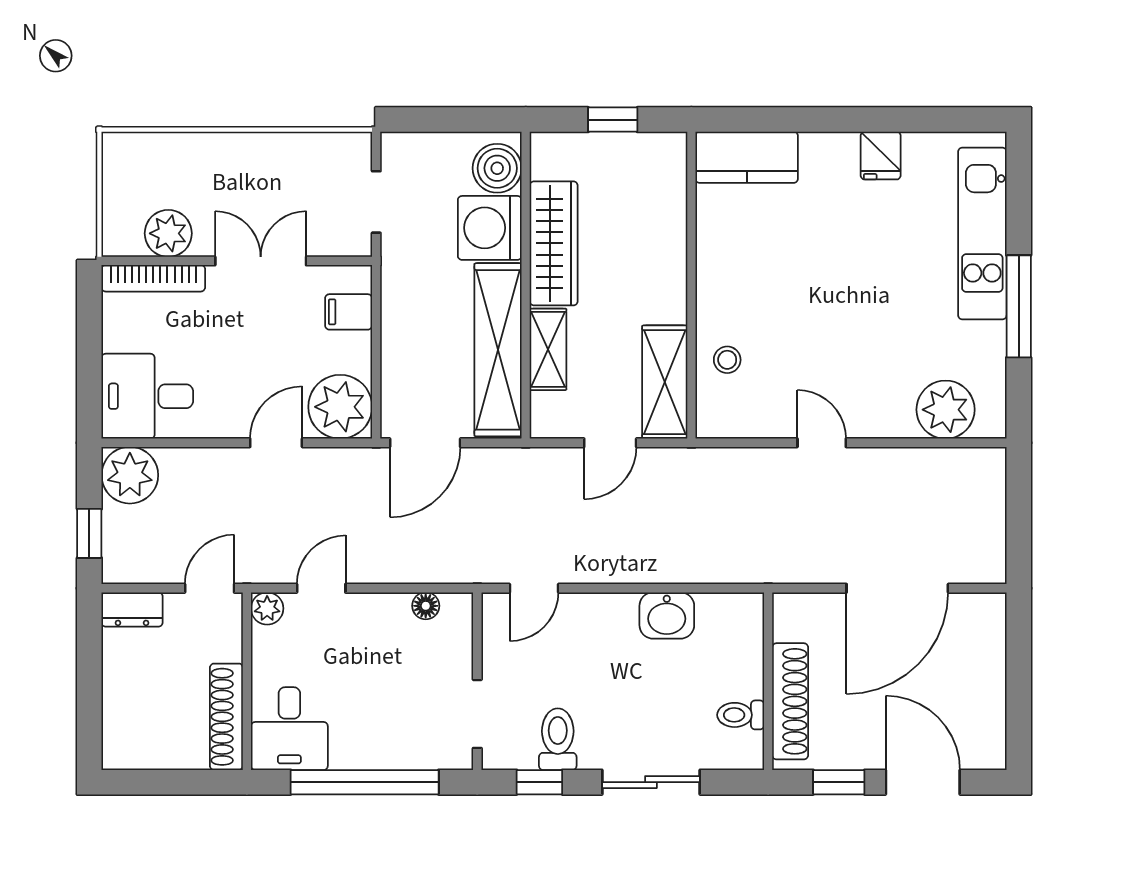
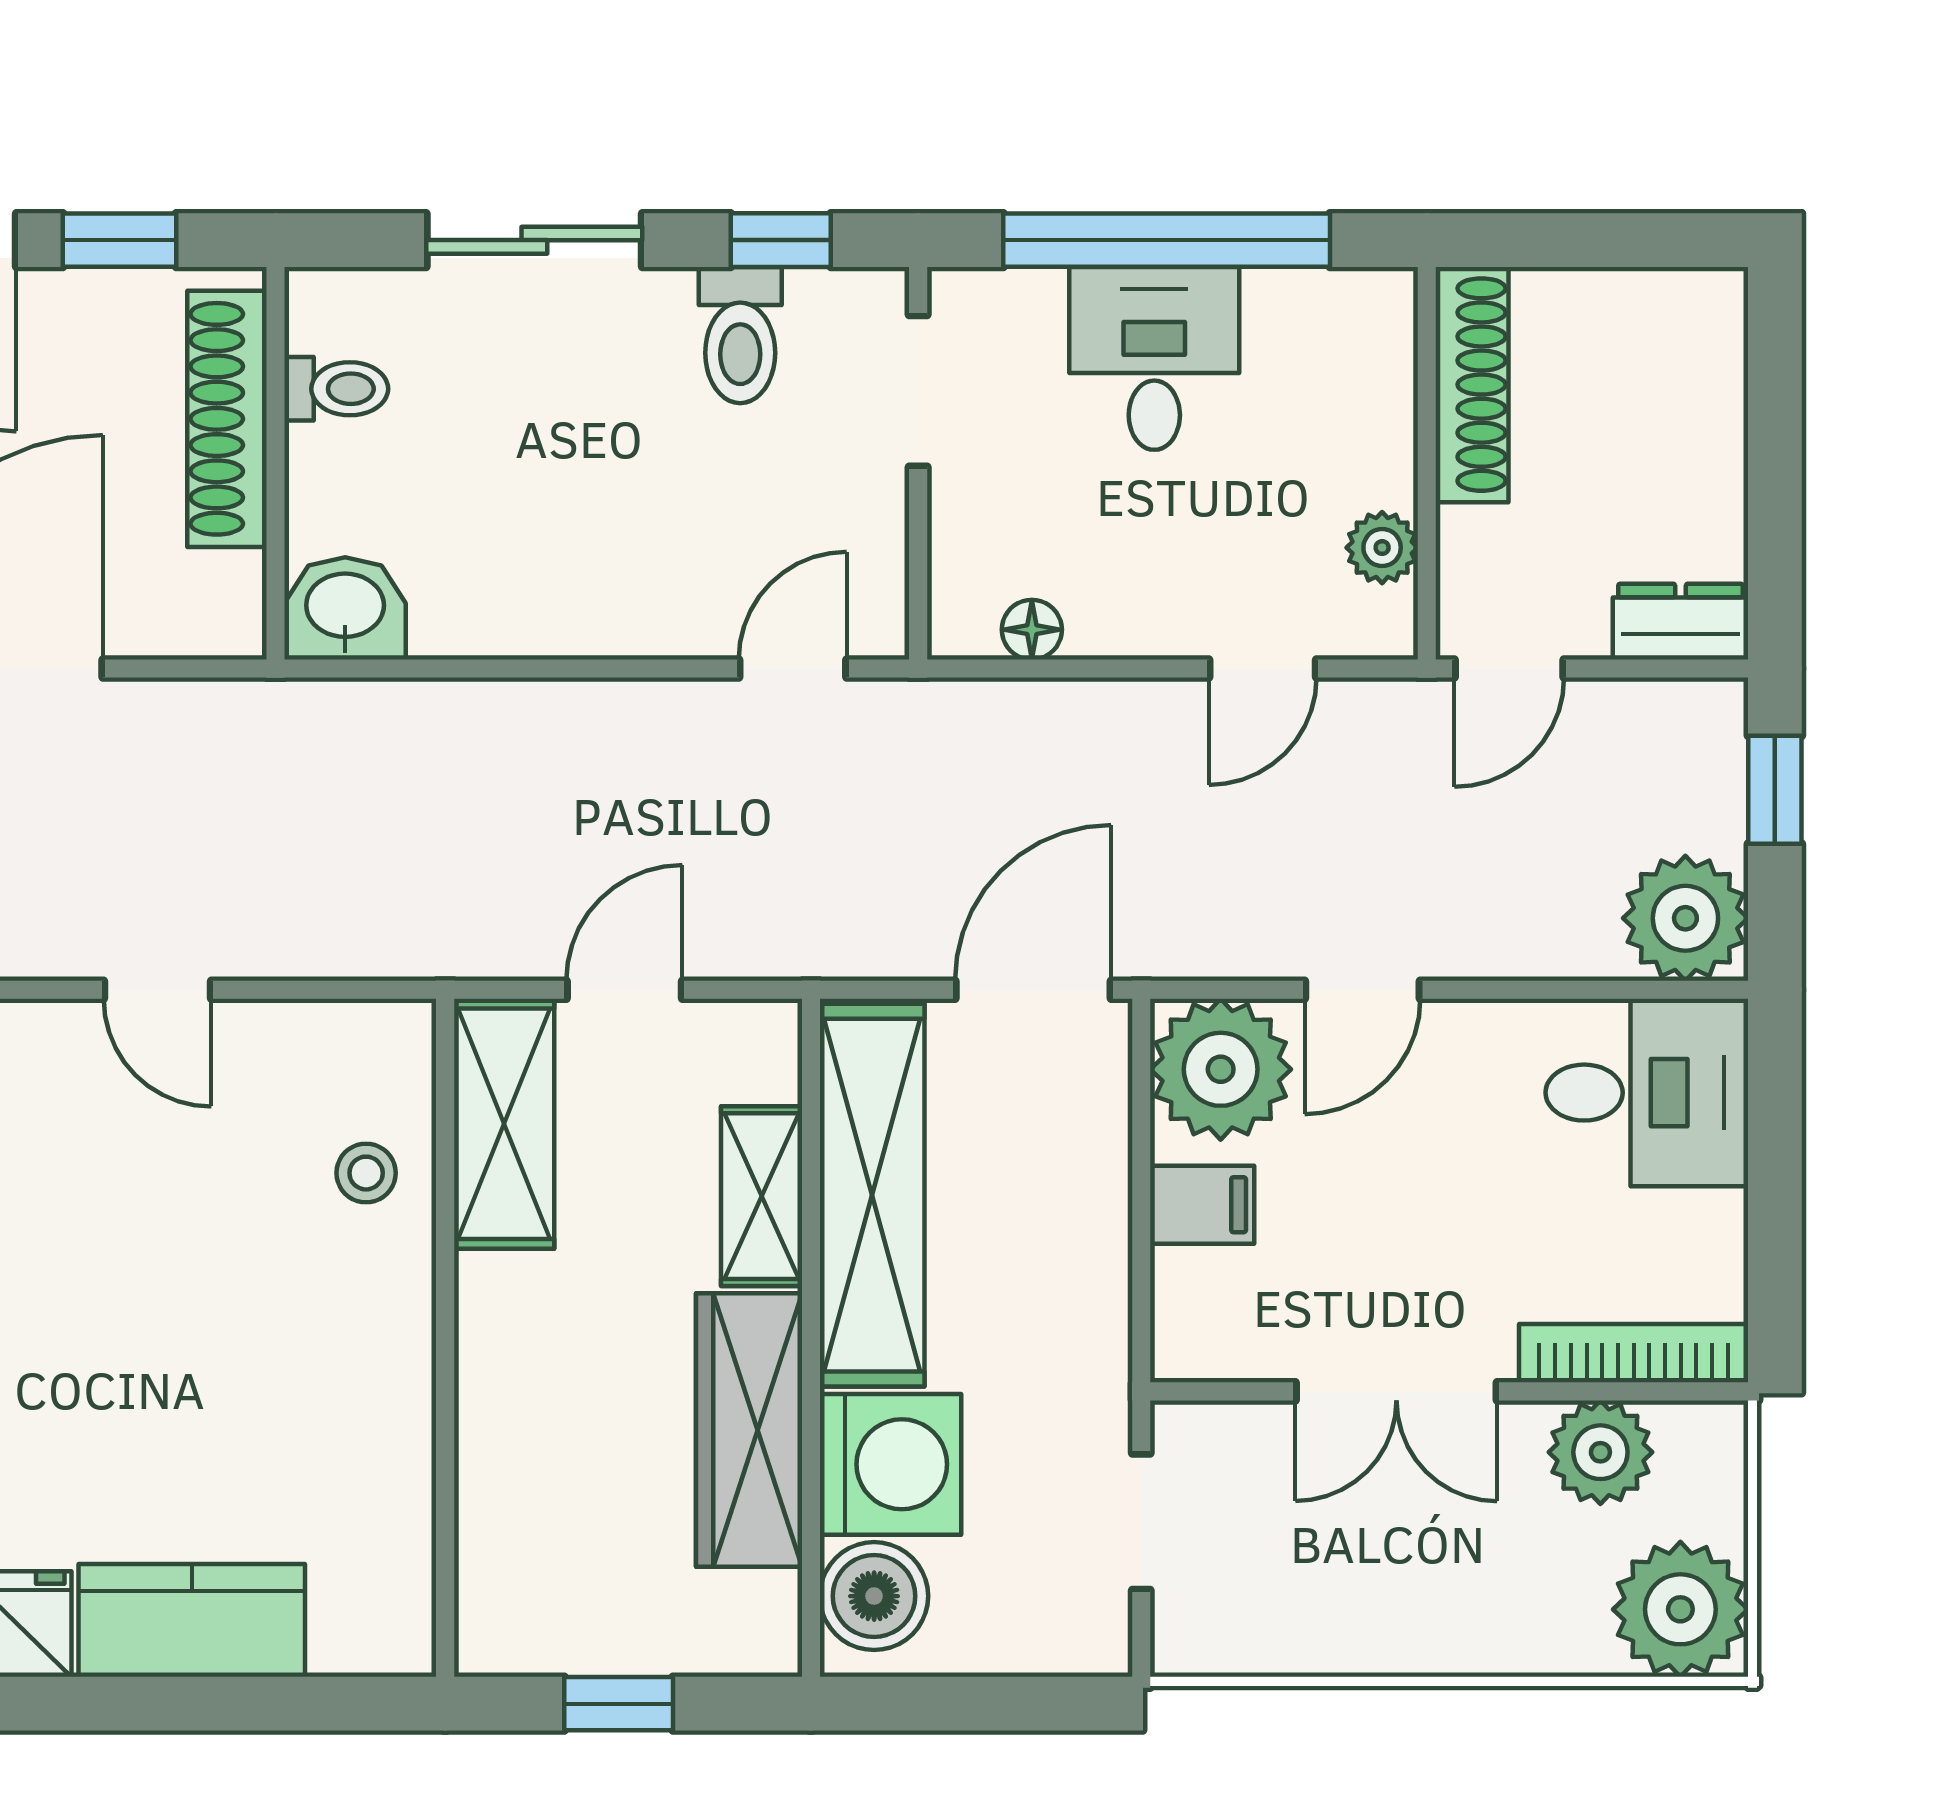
kitchen counter: (747, 157) -> (192, 1620), moved
plant: (132, 162) -> (1680, 1609), added
filing cabinet: (349, 312) -> (1202, 1205), moved
plant: (267, 608) -> (1382, 548), moved
washbasin: (667, 615) -> (345, 608), moved
desk: (289, 729) -> (1154, 358), moved

